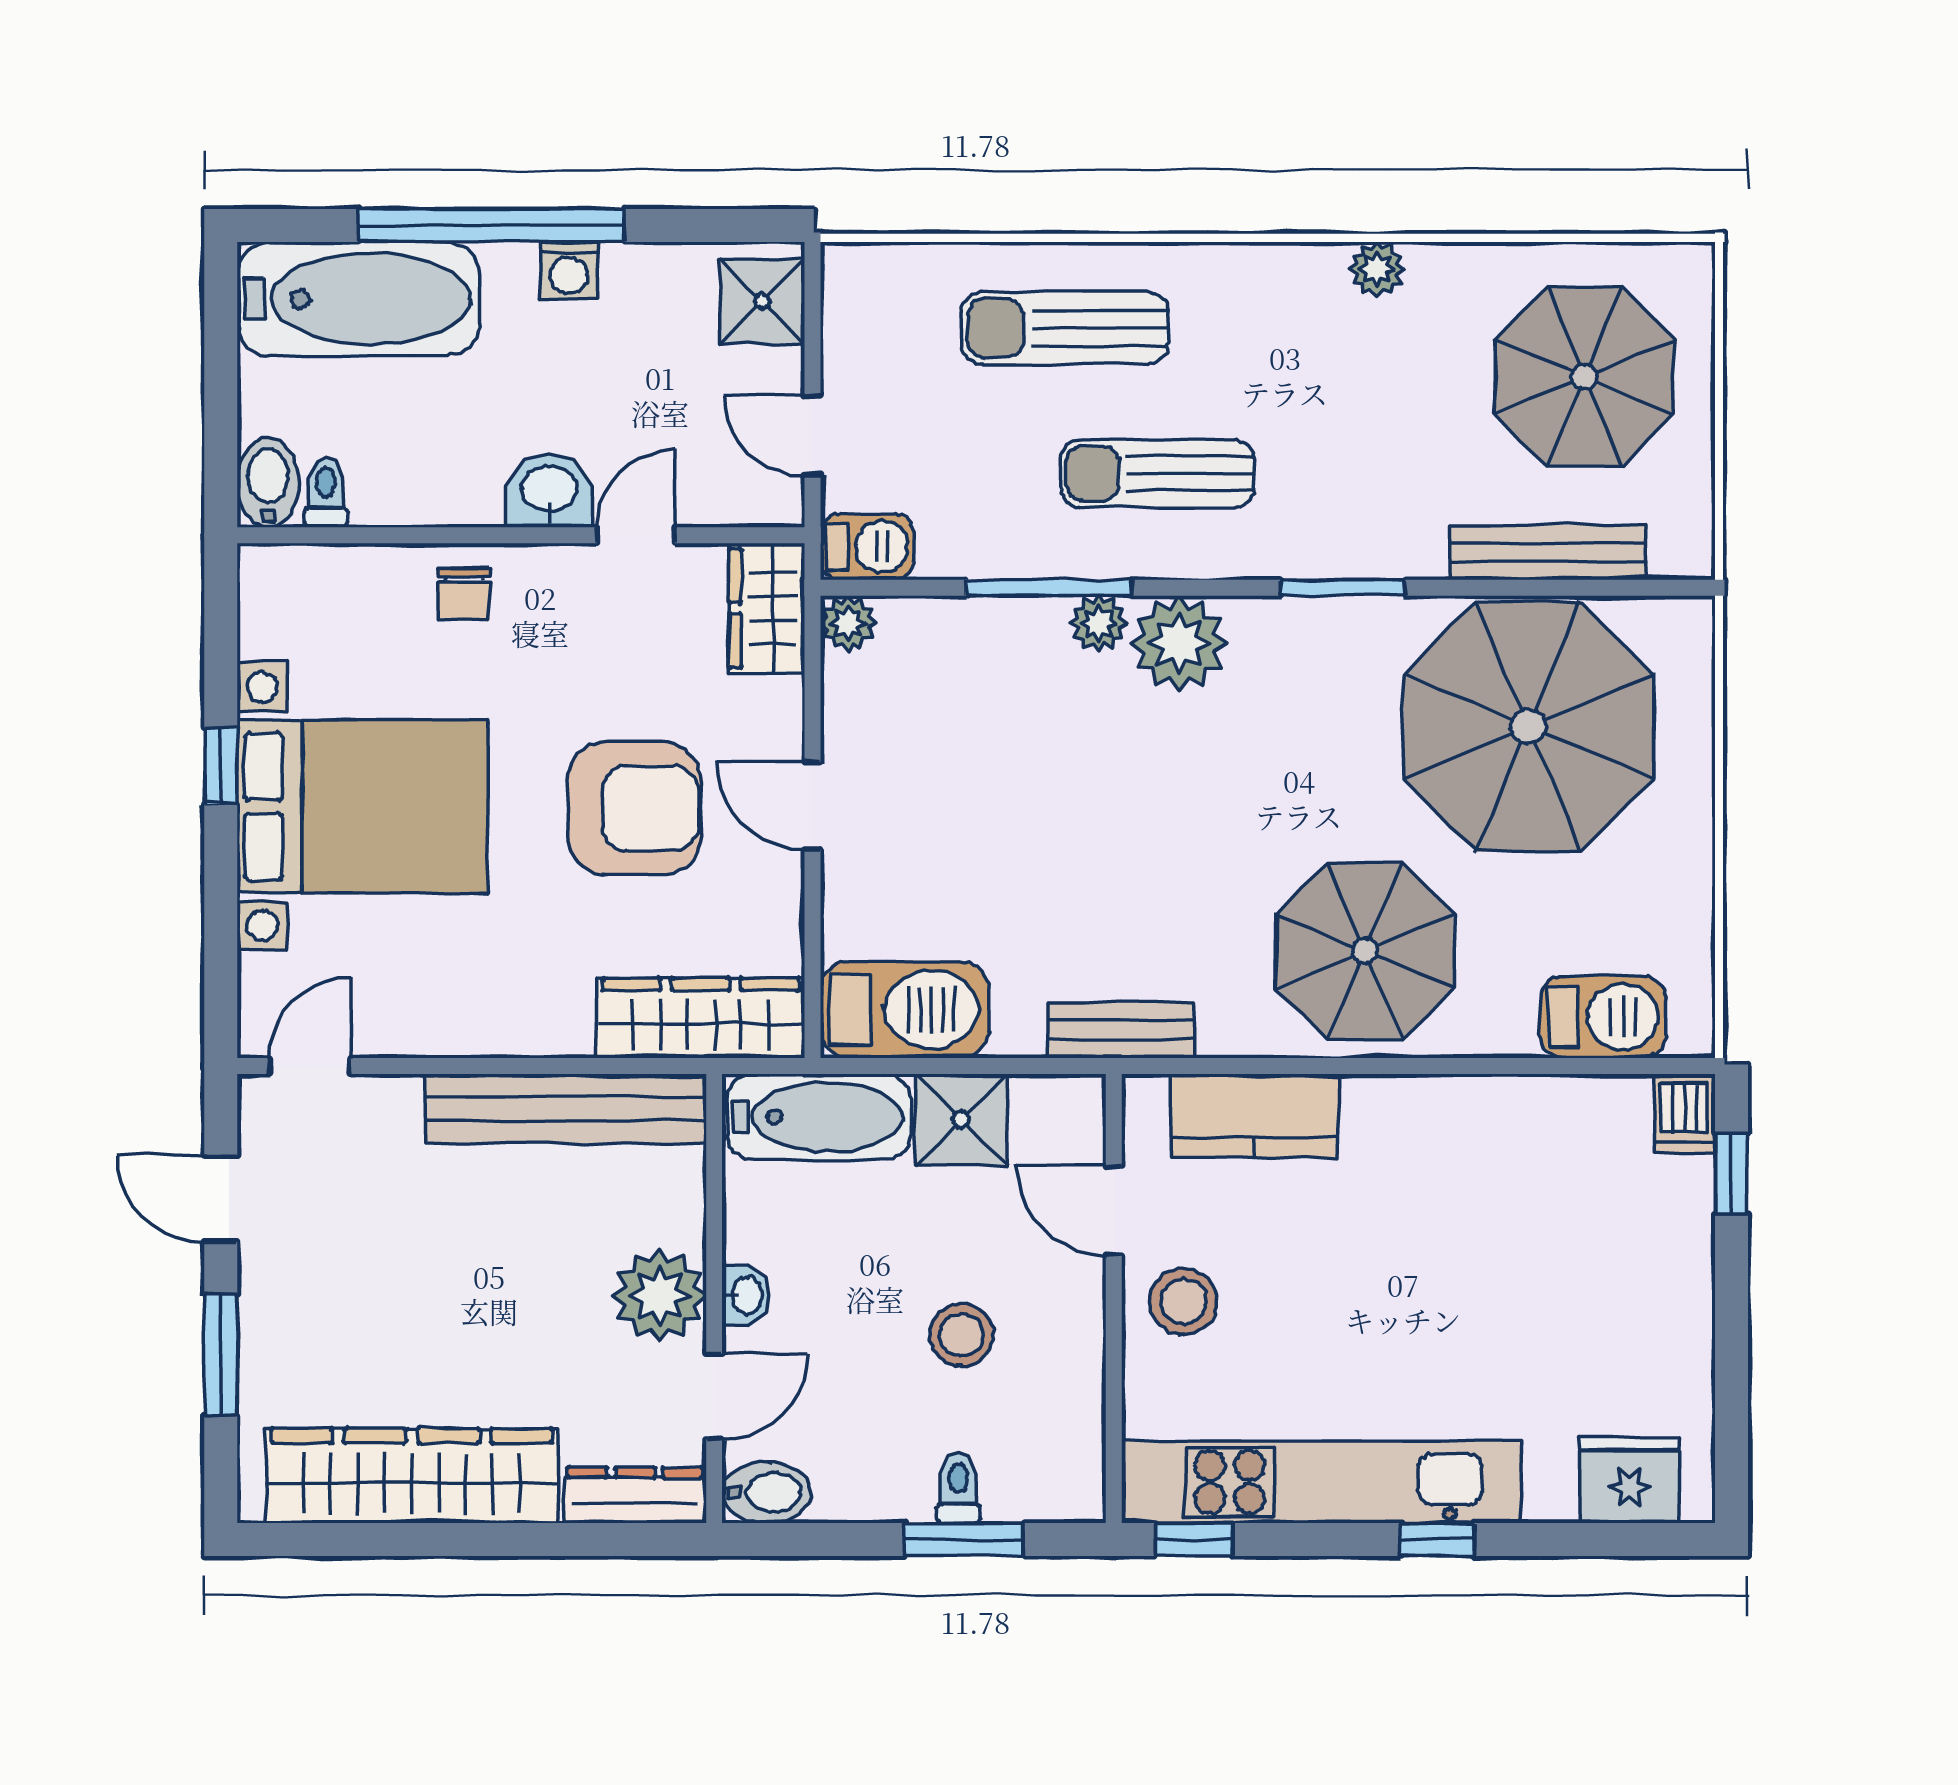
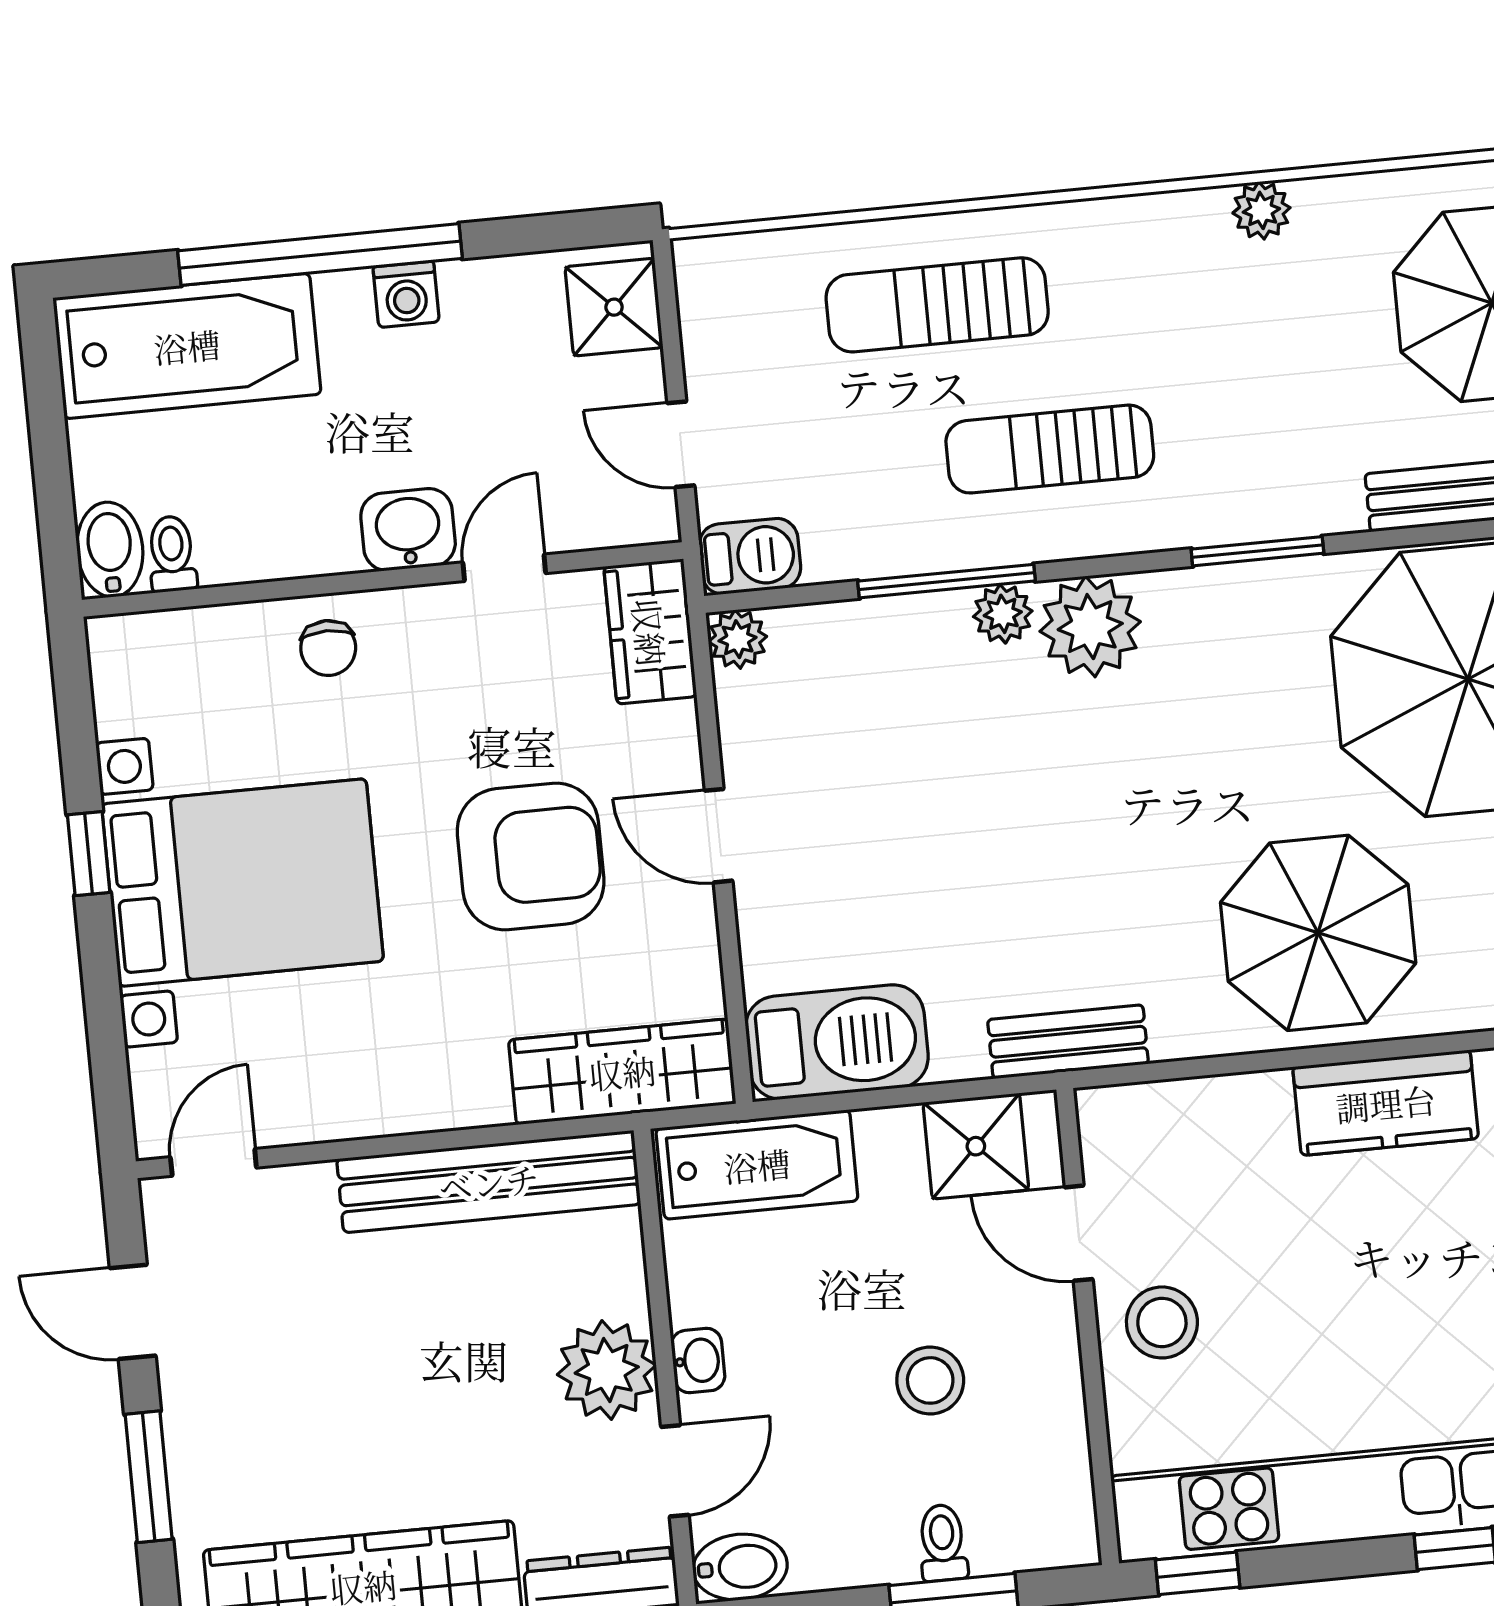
kitchen counter: (1254, 1116) -> (1386, 1103), moved
shower: (961, 1120) -> (976, 1146), moved

